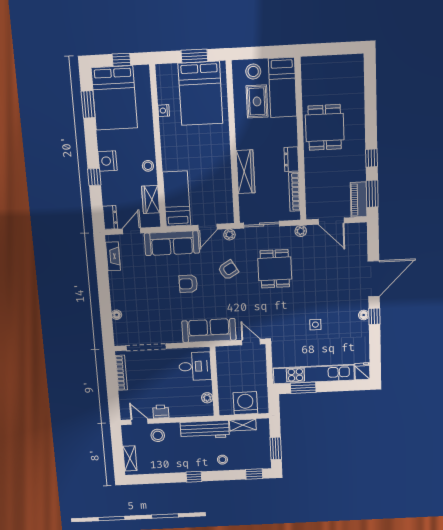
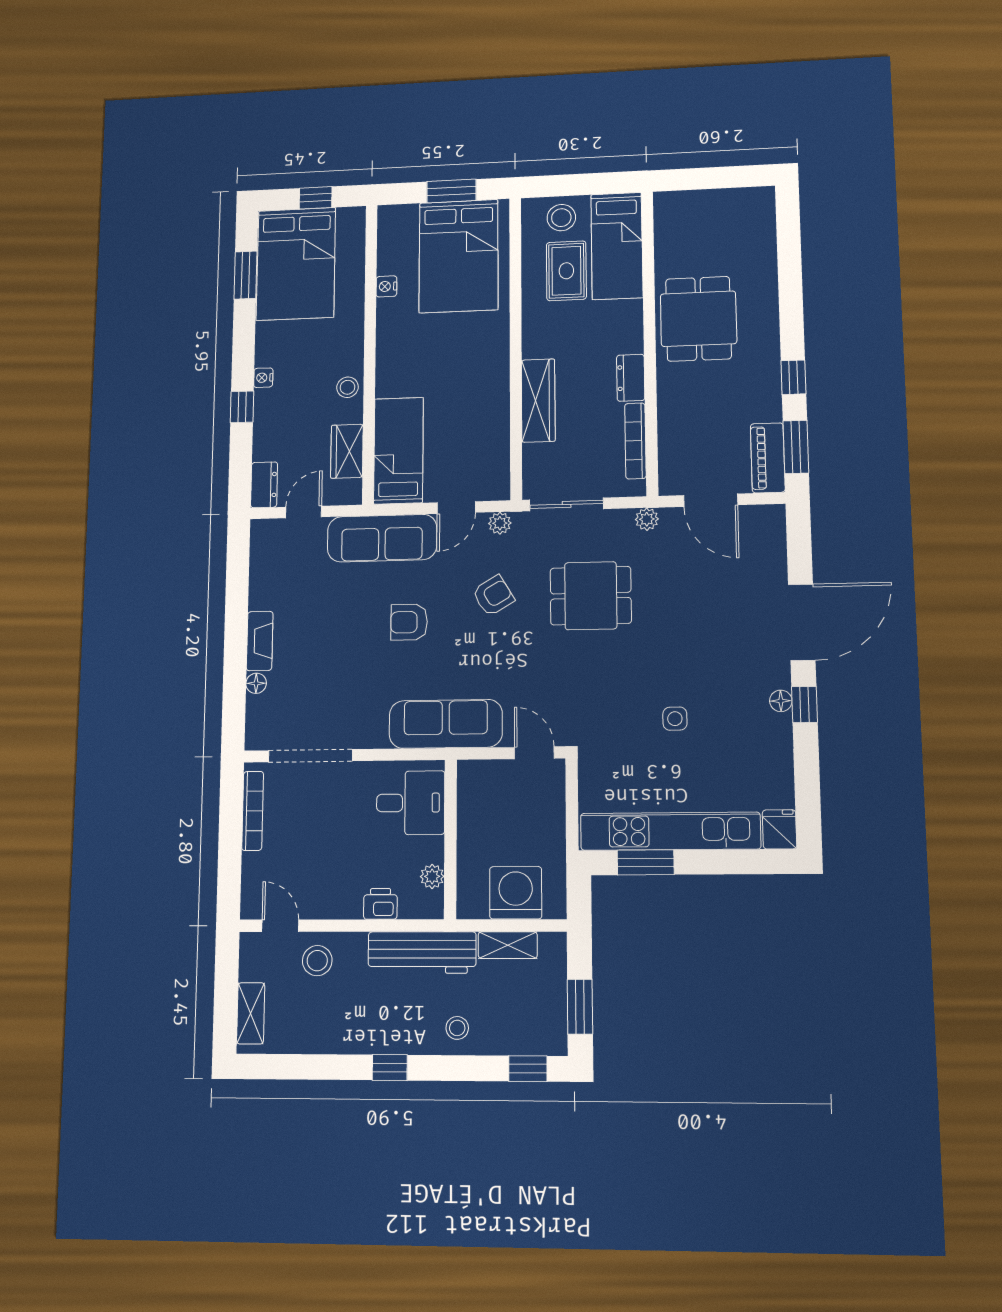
nightstand: (108, 161) -> (263, 378), width x0.53, depth x0.56
fireplace: (113, 256) -> (260, 641), moved
dining table: (275, 269) -> (591, 596), turned 90
printer: (161, 412) -> (380, 904), moved

